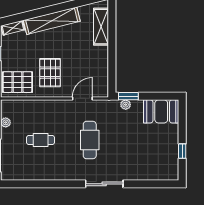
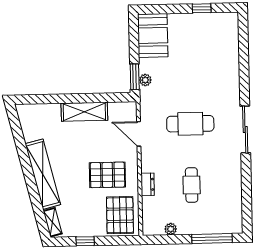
shelving: (101, 27) -> (84, 112), moved
dresser: (42, 105) -> (148, 184), added
sliding door: (104, 184) -> (245, 130), moved

